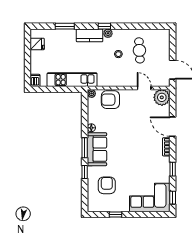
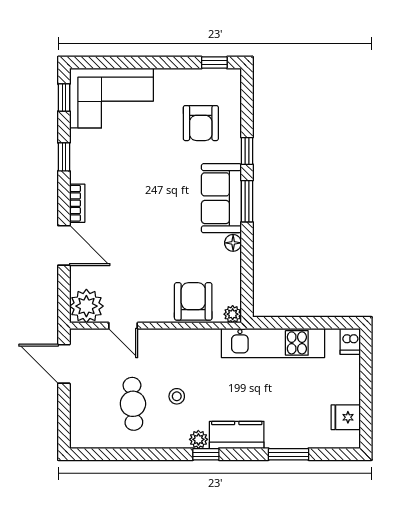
armchair: (110, 100) -> (193, 301), turned -90
window: (115, 214) -> (214, 63), moved

